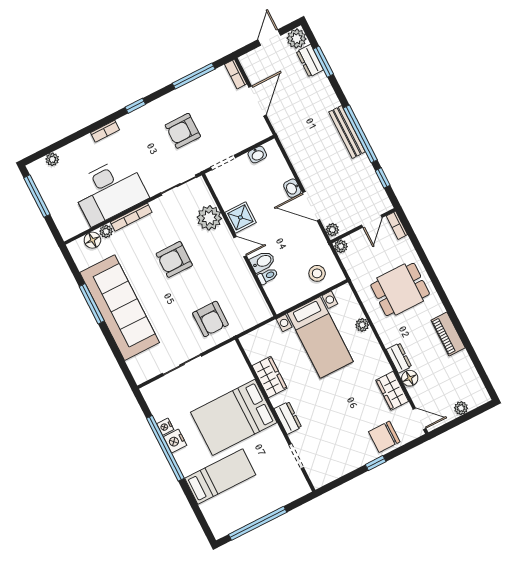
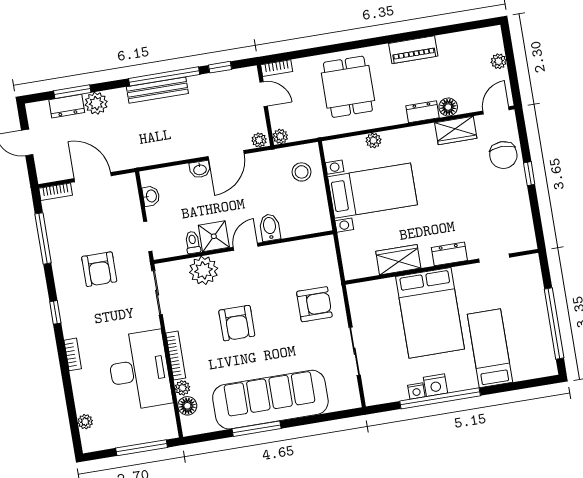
plant: (297, 39) -> (96, 103), moved
window: (37, 196) -> (142, 448), moved
toilet: (268, 276) -> (193, 242), moved

